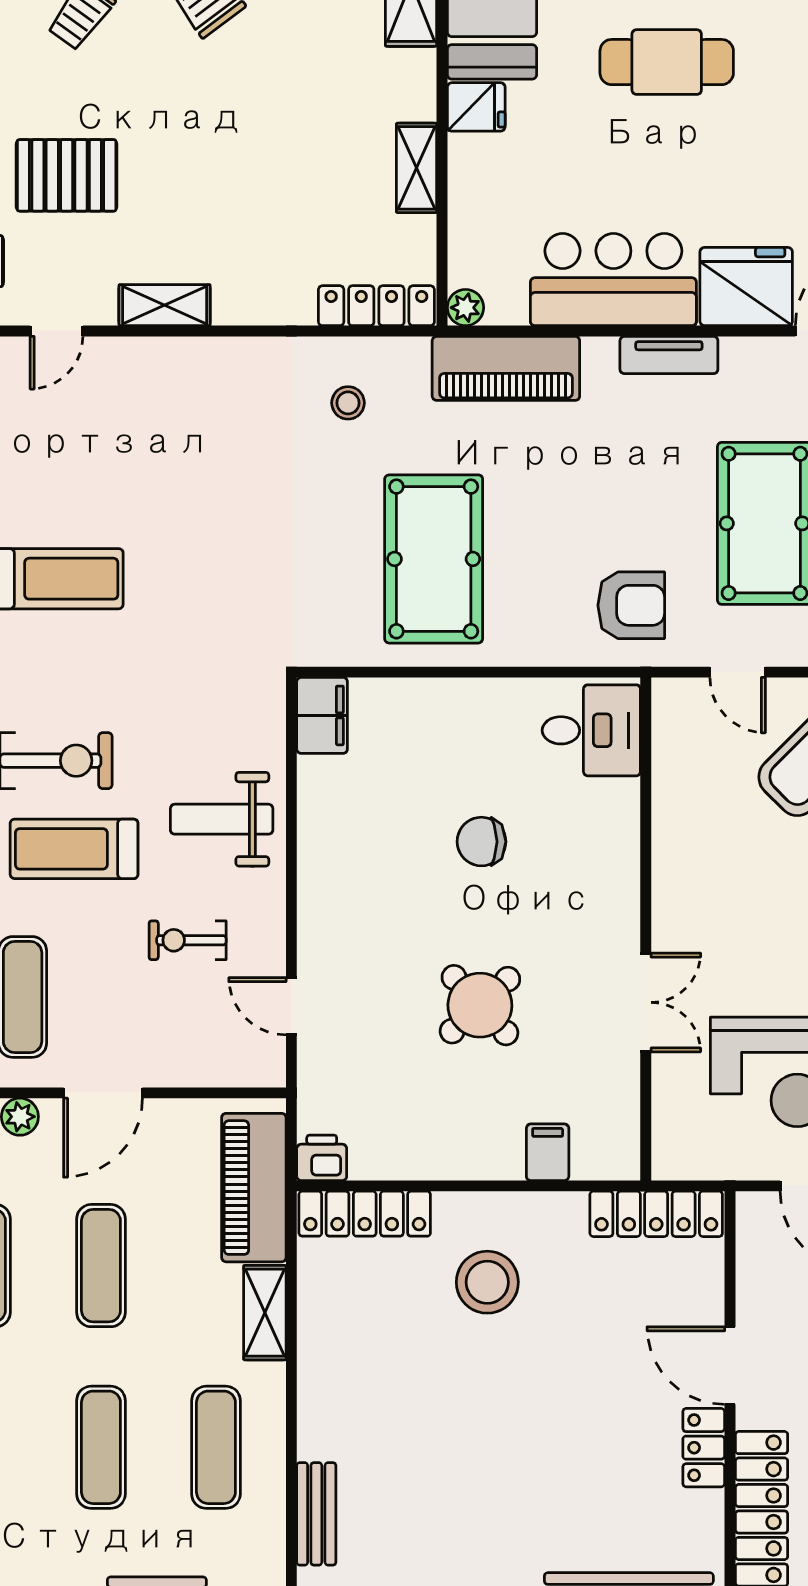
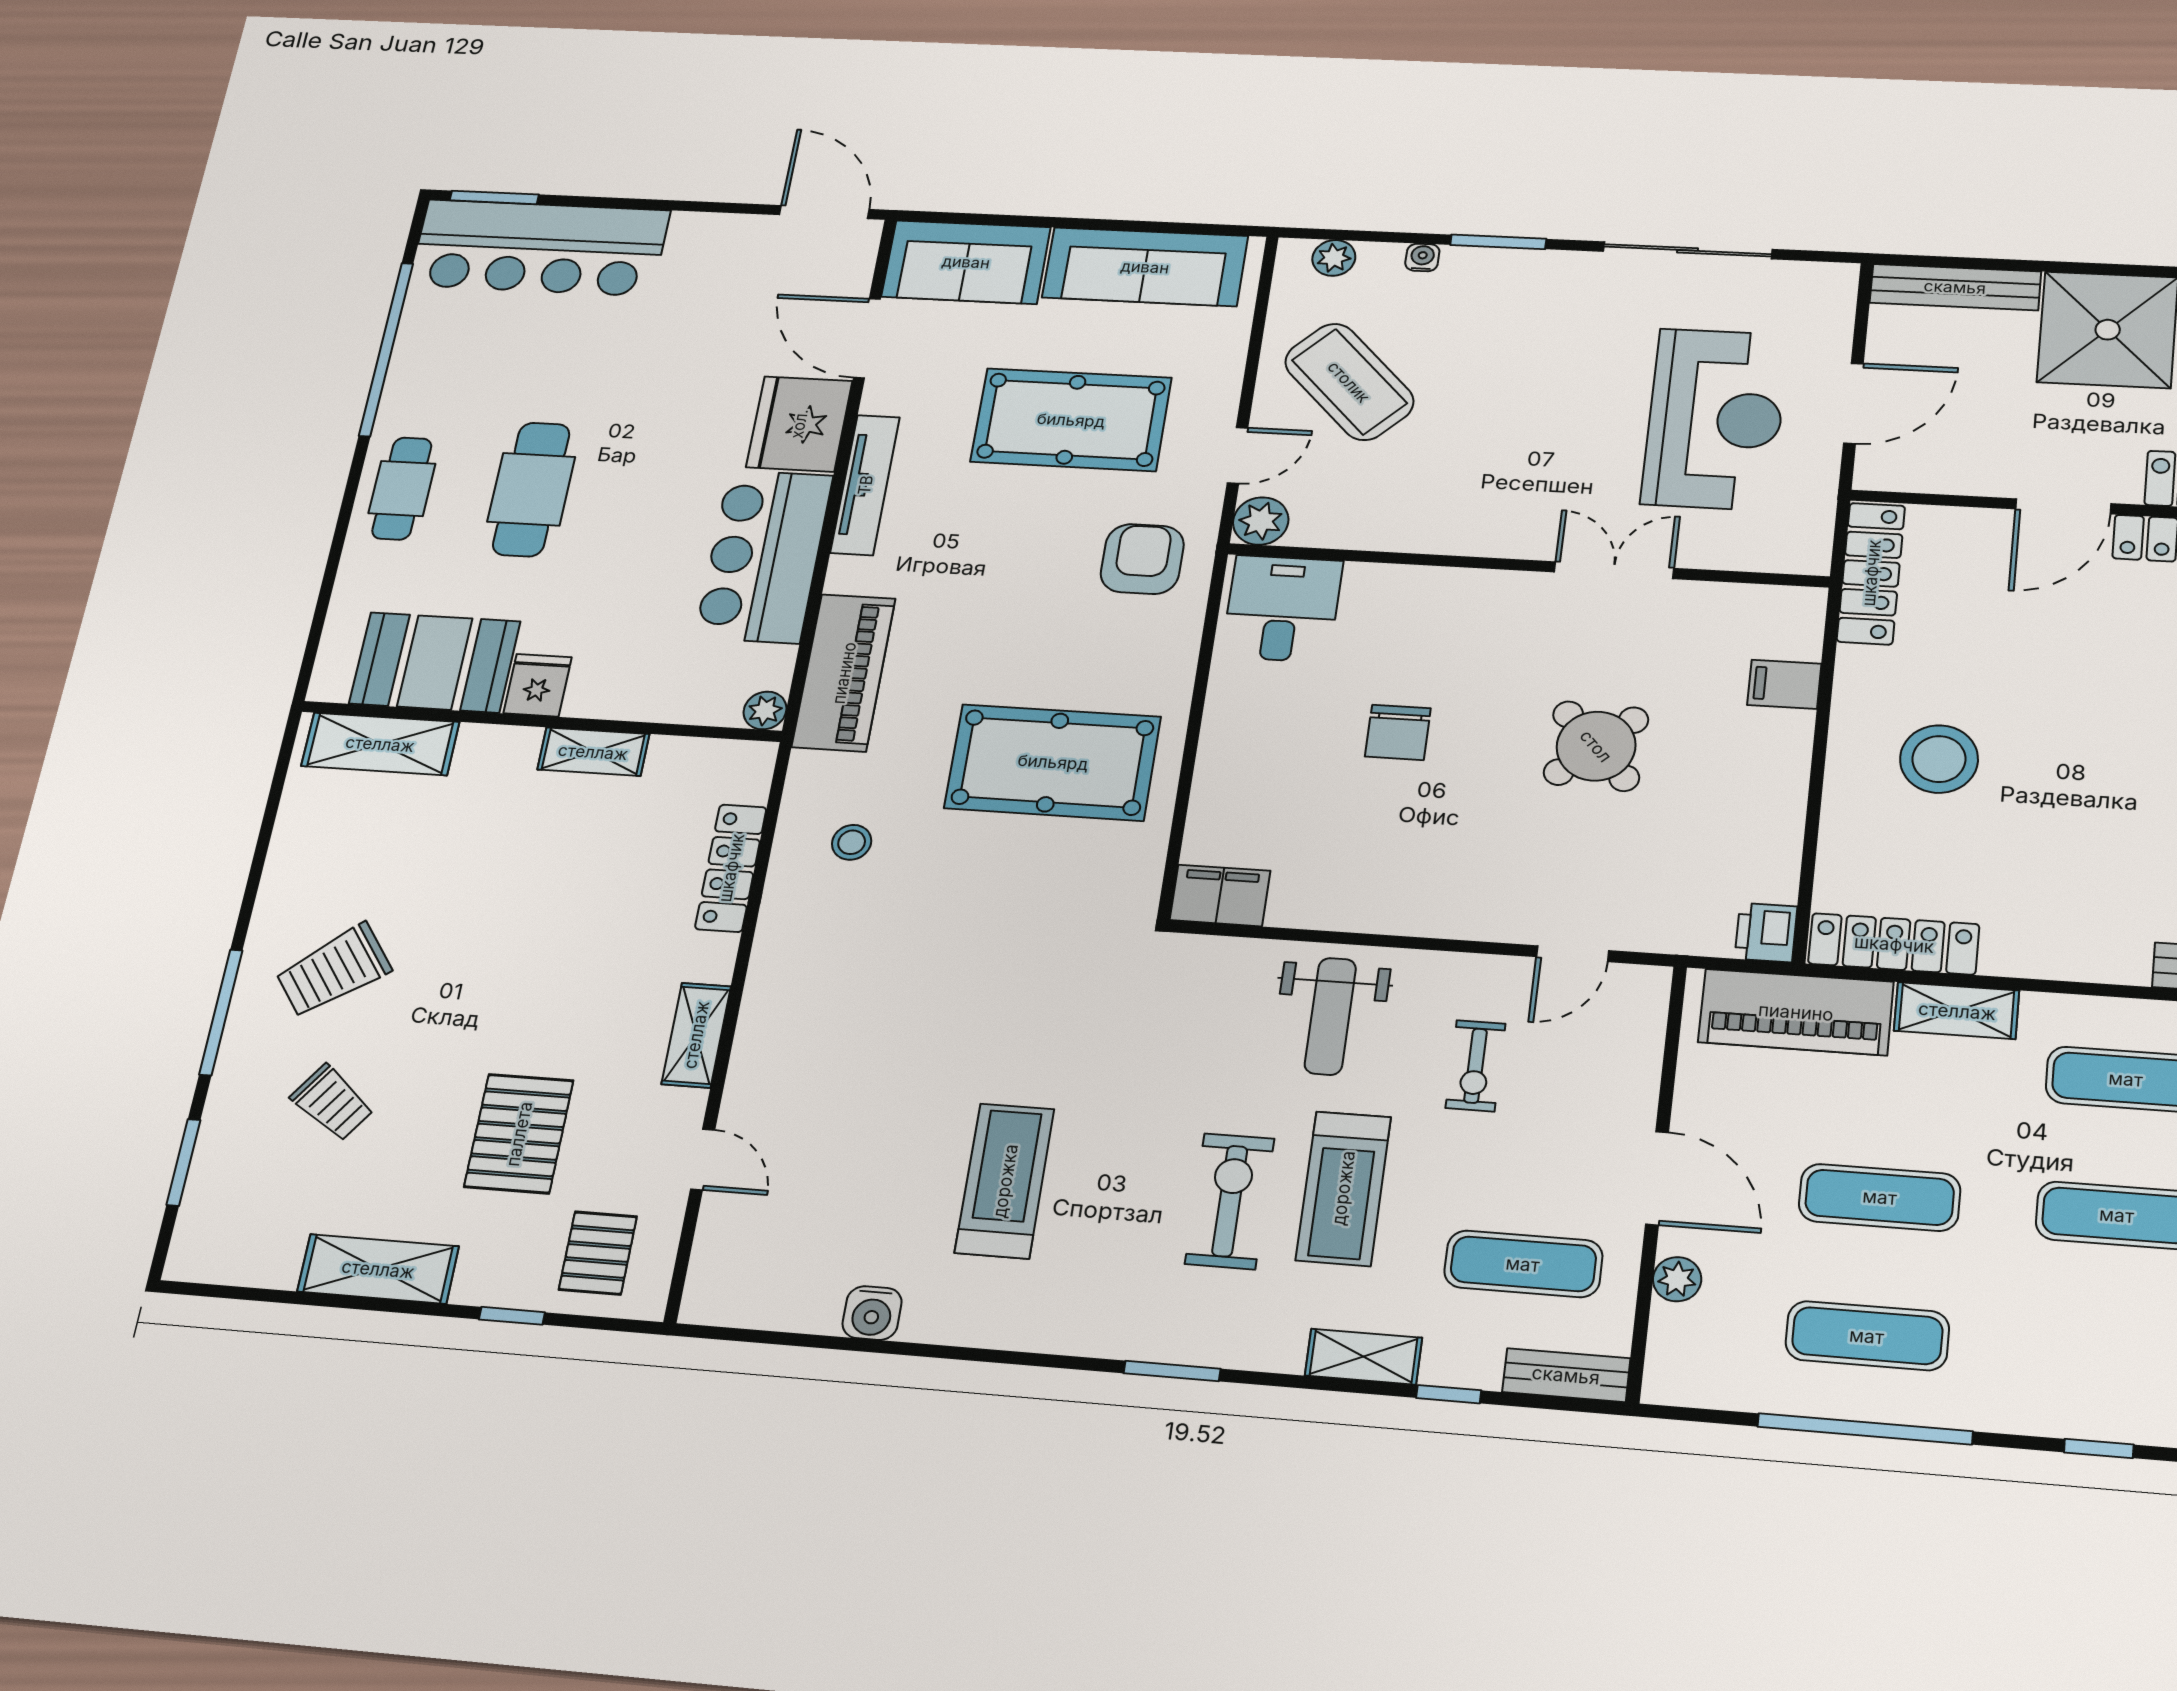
locker: (376, 306) -> (731, 868), moved
tv unit: (669, 355) -> (865, 485), width x1.41
plant: (674, 701) -> (1261, 521), added
locker: (365, 1214) -> (1894, 944), moved, turned -90

